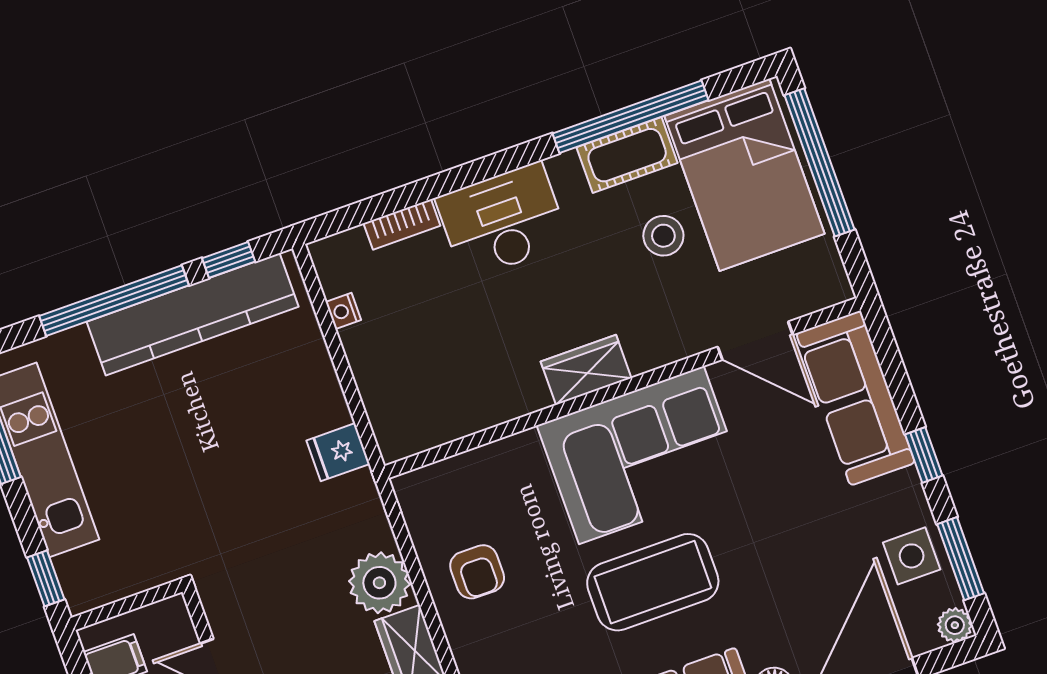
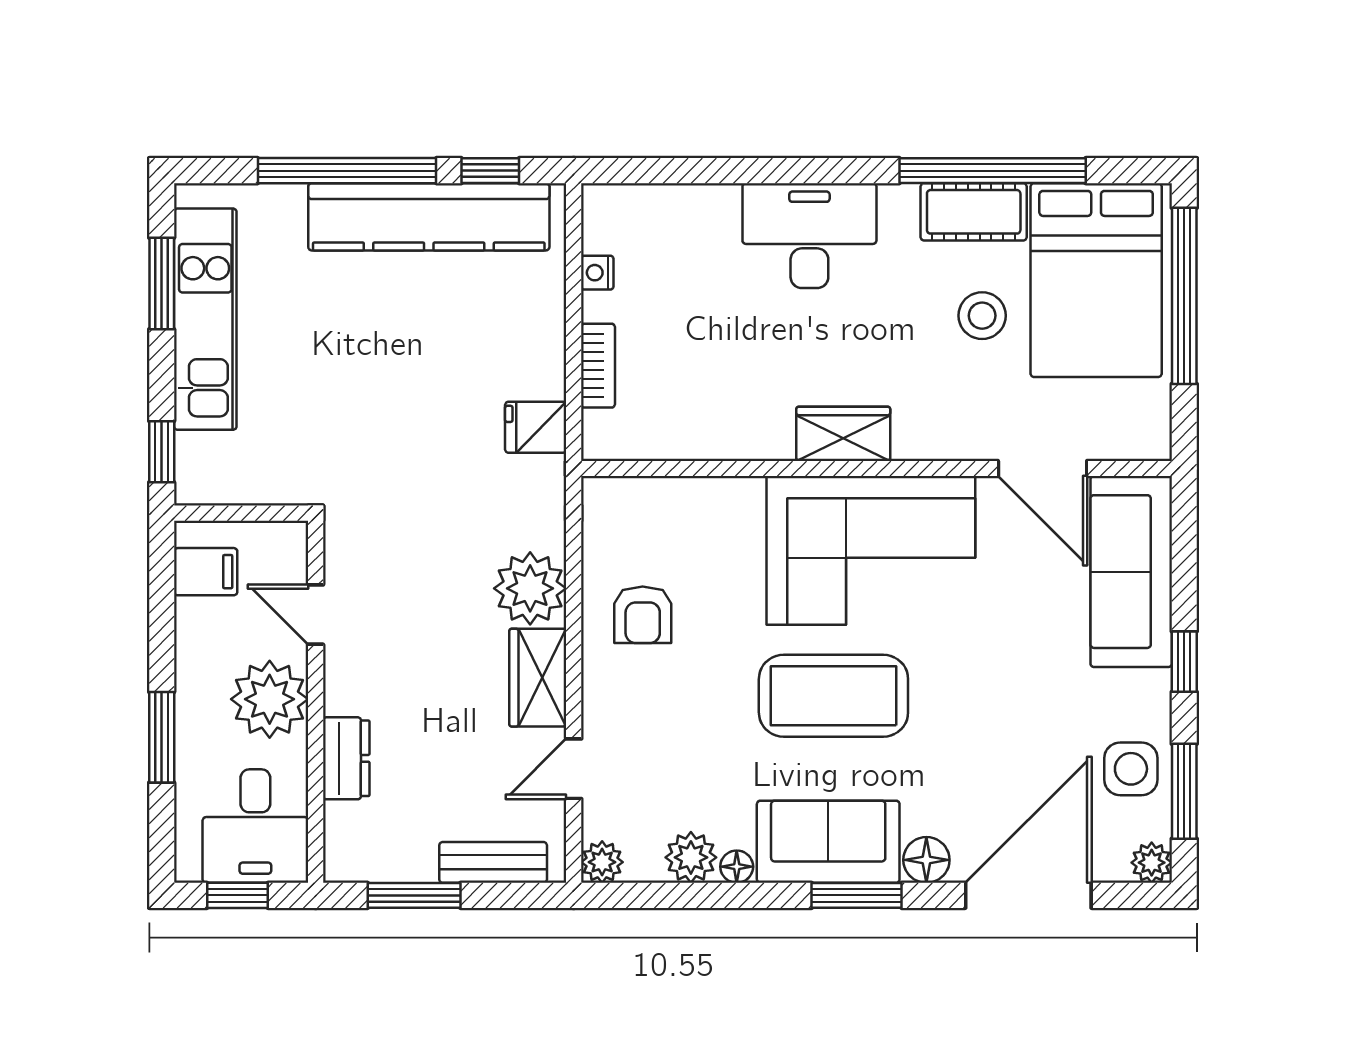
bookcase: (402, 224) -> (598, 366), moved, turned -90

